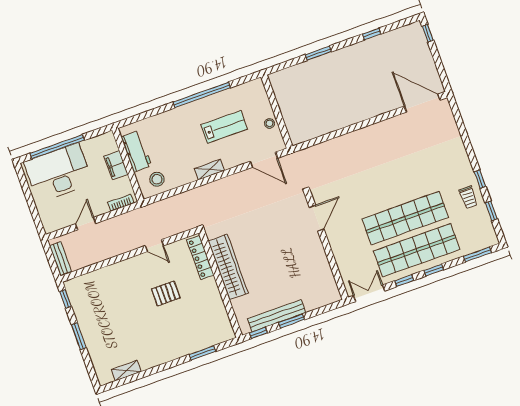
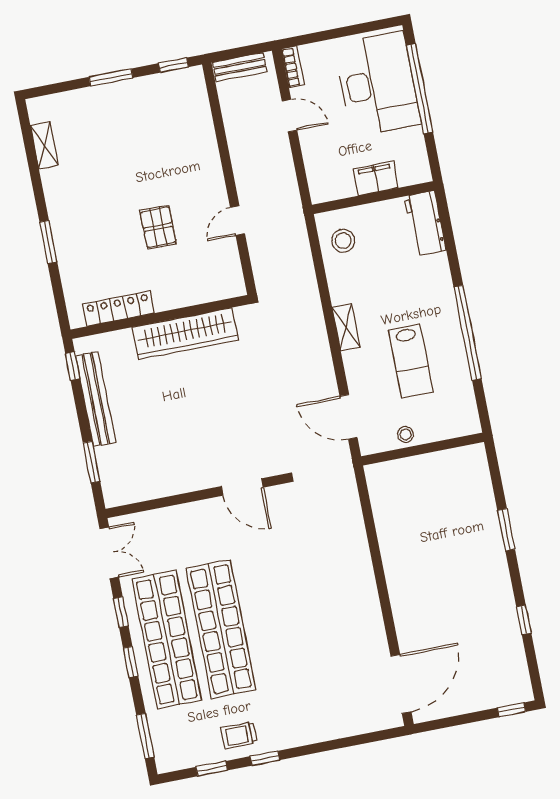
workbench: (136, 151) -> (425, 223), moved, turned 90
door: (264, 160) -> (349, 417), hinge flipped
bookcase: (121, 203) -> (293, 67), moved
locker: (200, 258) -> (118, 309), moved
window: (291, 321) -> (91, 462), moved
window: (202, 353) -> (48, 242), moved

